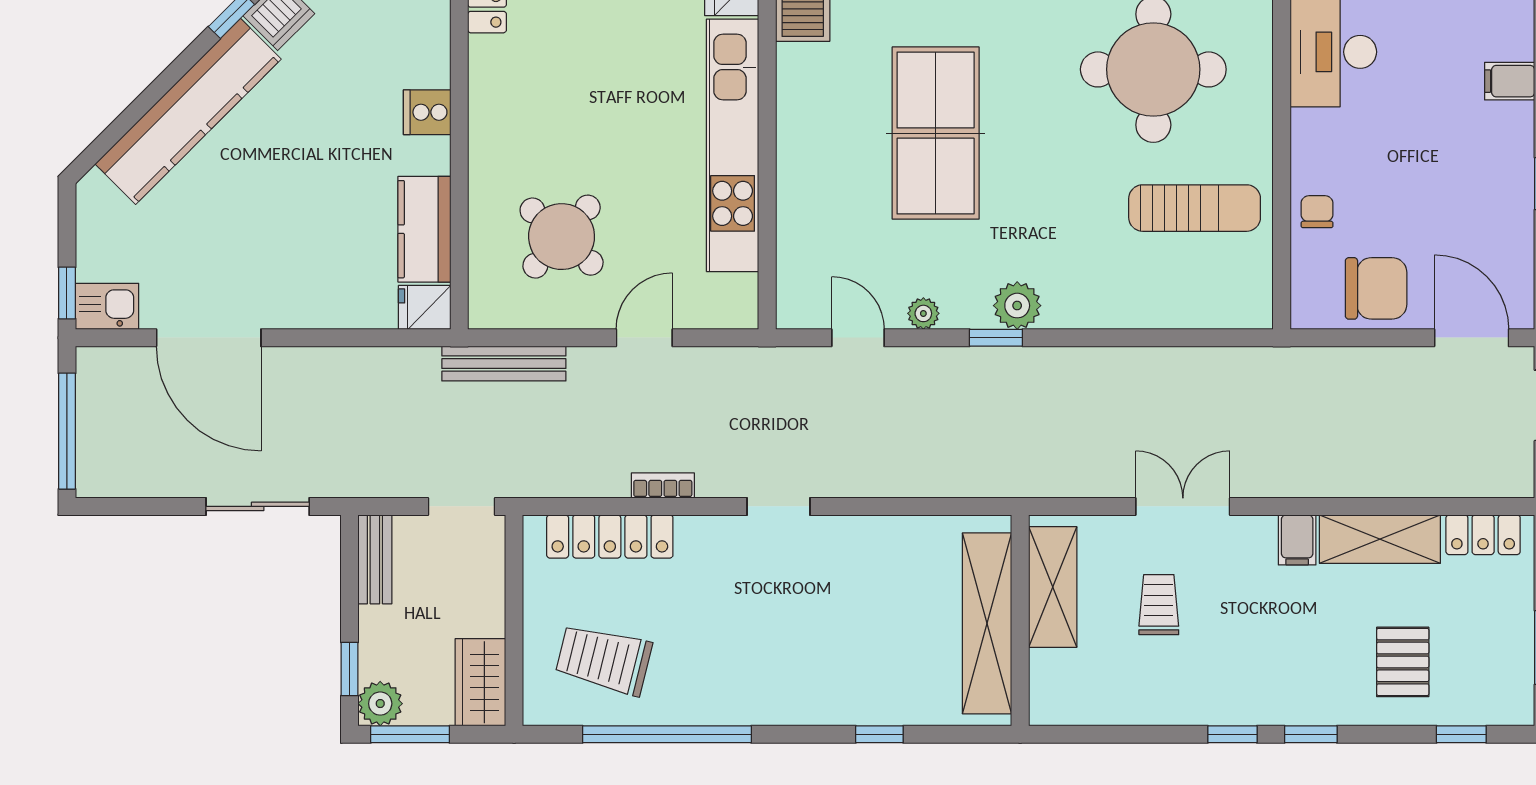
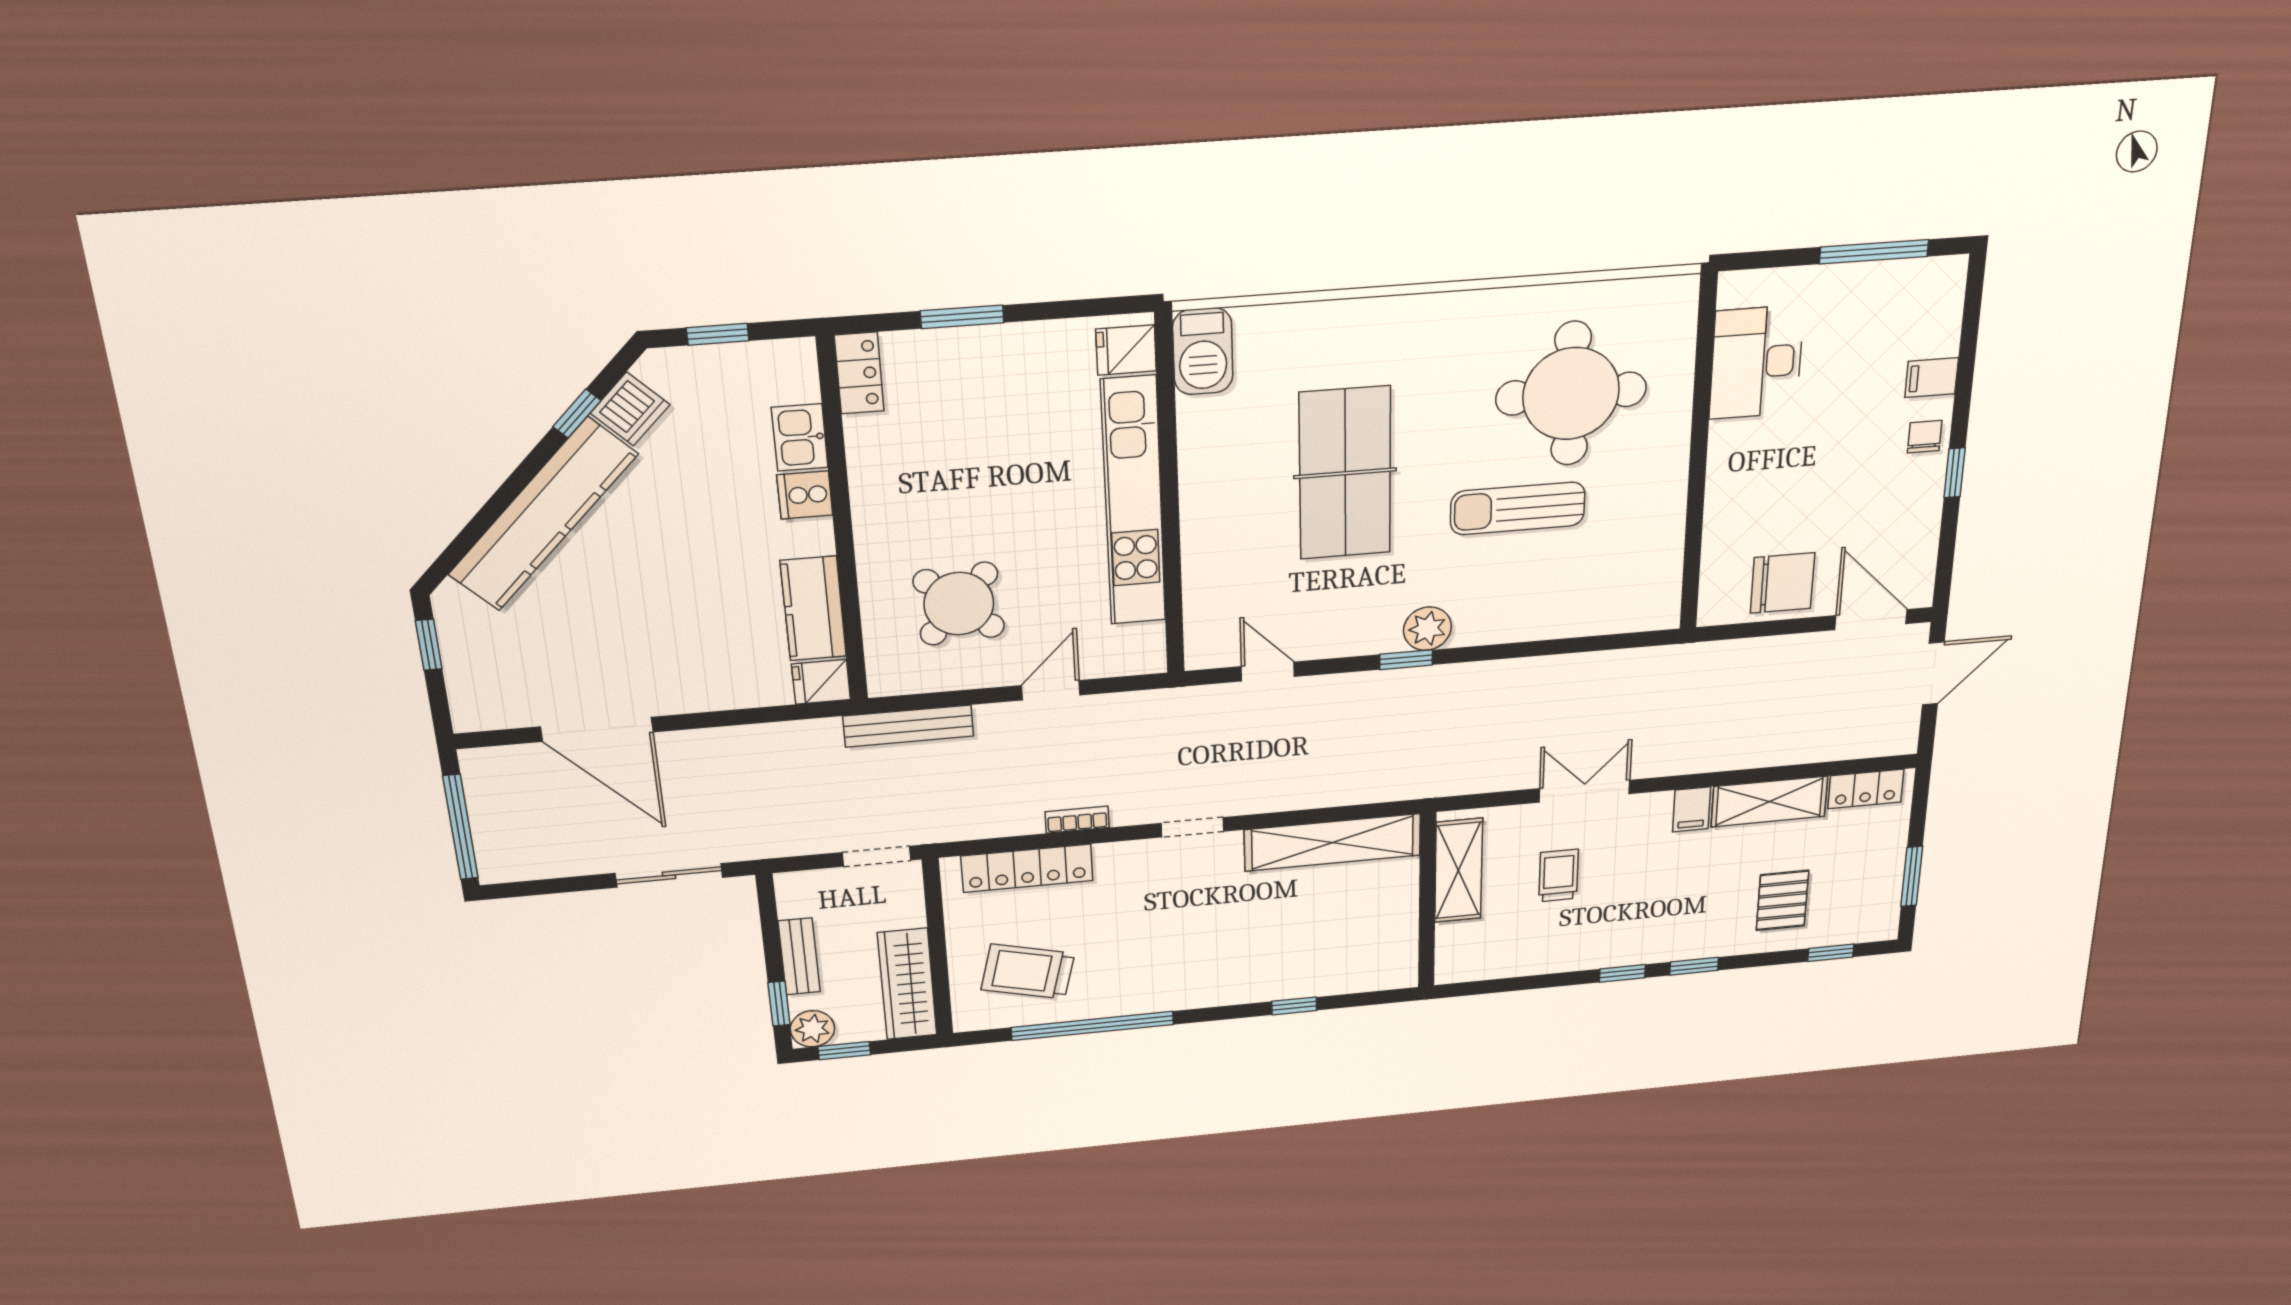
sun lounger: (1195, 208) -> (1518, 508), moved, turned 180
chair: (1317, 212) -> (1925, 437), moved
window: (67, 293) -> (429, 645), moved
kitchen sink: (107, 306) -> (800, 437), moved, turned -90
plant: (923, 313) -> (1333, 644), removed
bench: (375, 559) -> (799, 956), moved
shelving: (987, 623) -> (1333, 843), moved, turned 90
wardrobe: (480, 682) -> (907, 984), width x1.50
window: (410, 734) -> (844, 1051), width x0.67

